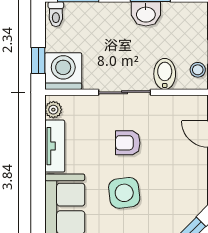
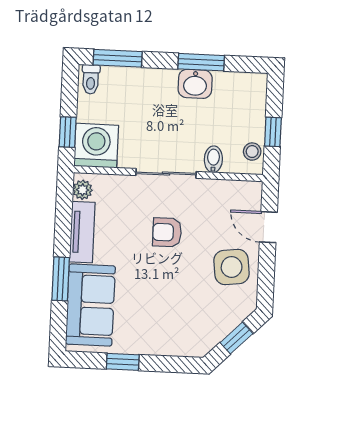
bidet: (165, 74) -> (213, 159), width x0.72, depth x0.74
window: (38, 187) -> (61, 279), added
side table: (124, 193) -> (232, 267), moved

